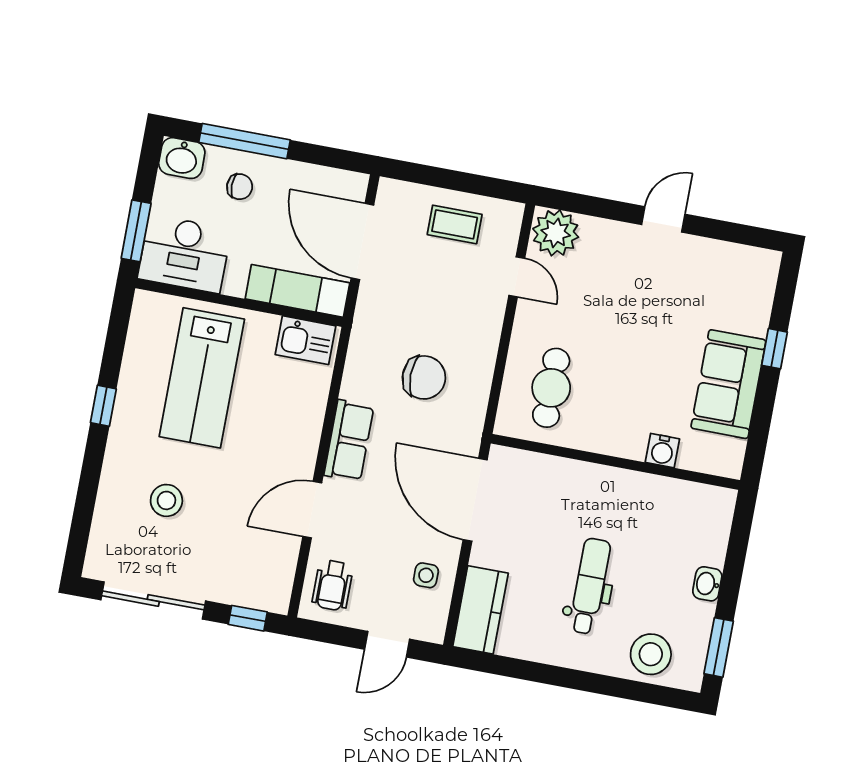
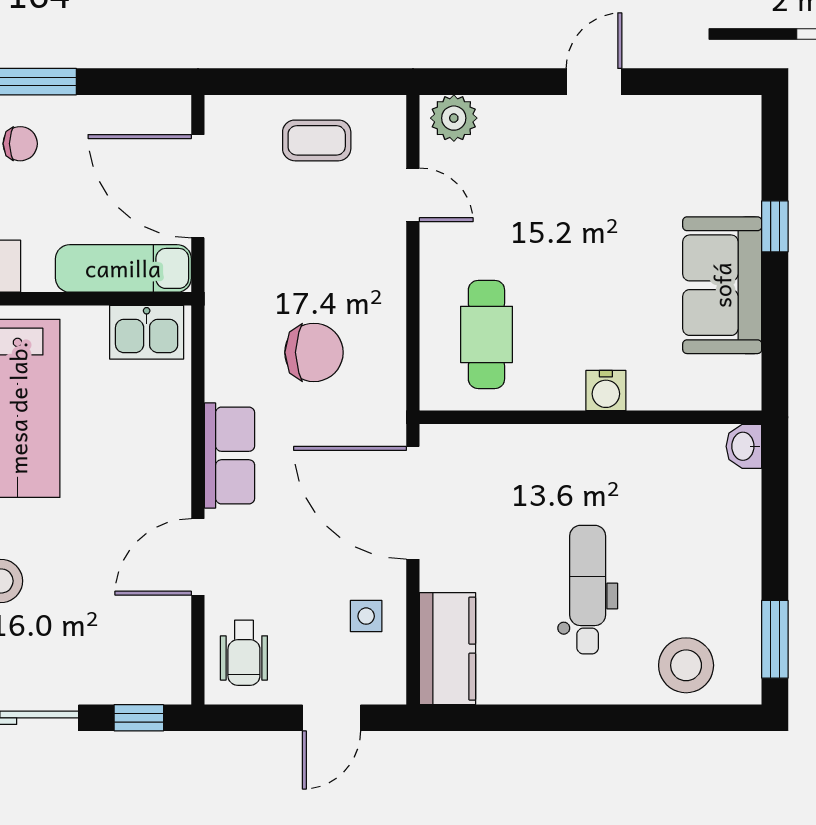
plant: (556, 233) -> (454, 118), width x0.73, depth x0.73
water cooler: (662, 451) -> (606, 391), moved
washbasin: (707, 584) -> (744, 446), moved

